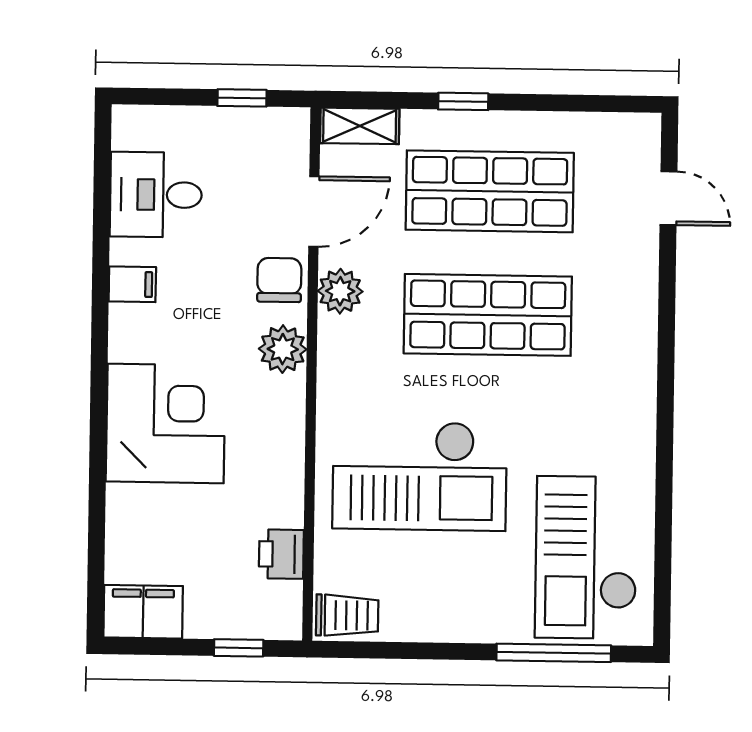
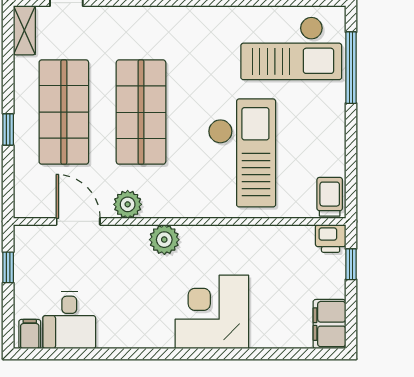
shelving: (360, 126) -> (24, 30), moved
chair: (279, 280) -> (121, 242), removed
filing cabinet: (132, 284) -> (30, 334), moved
printer: (281, 554) -> (331, 238), moved

